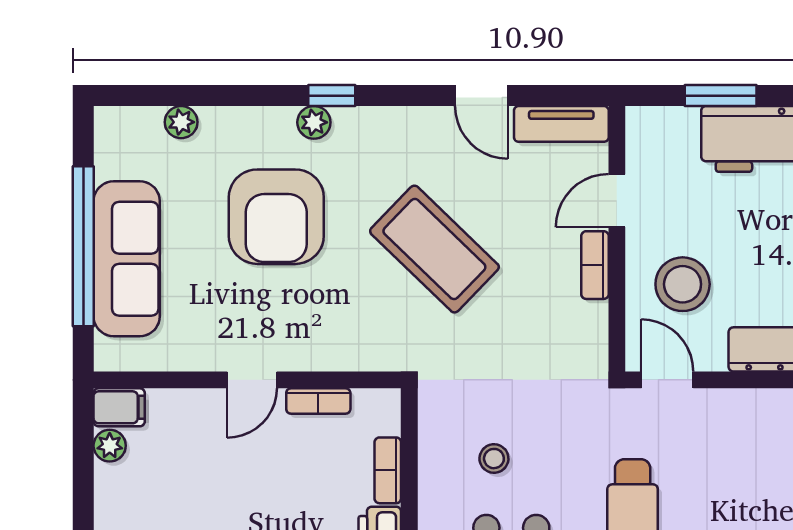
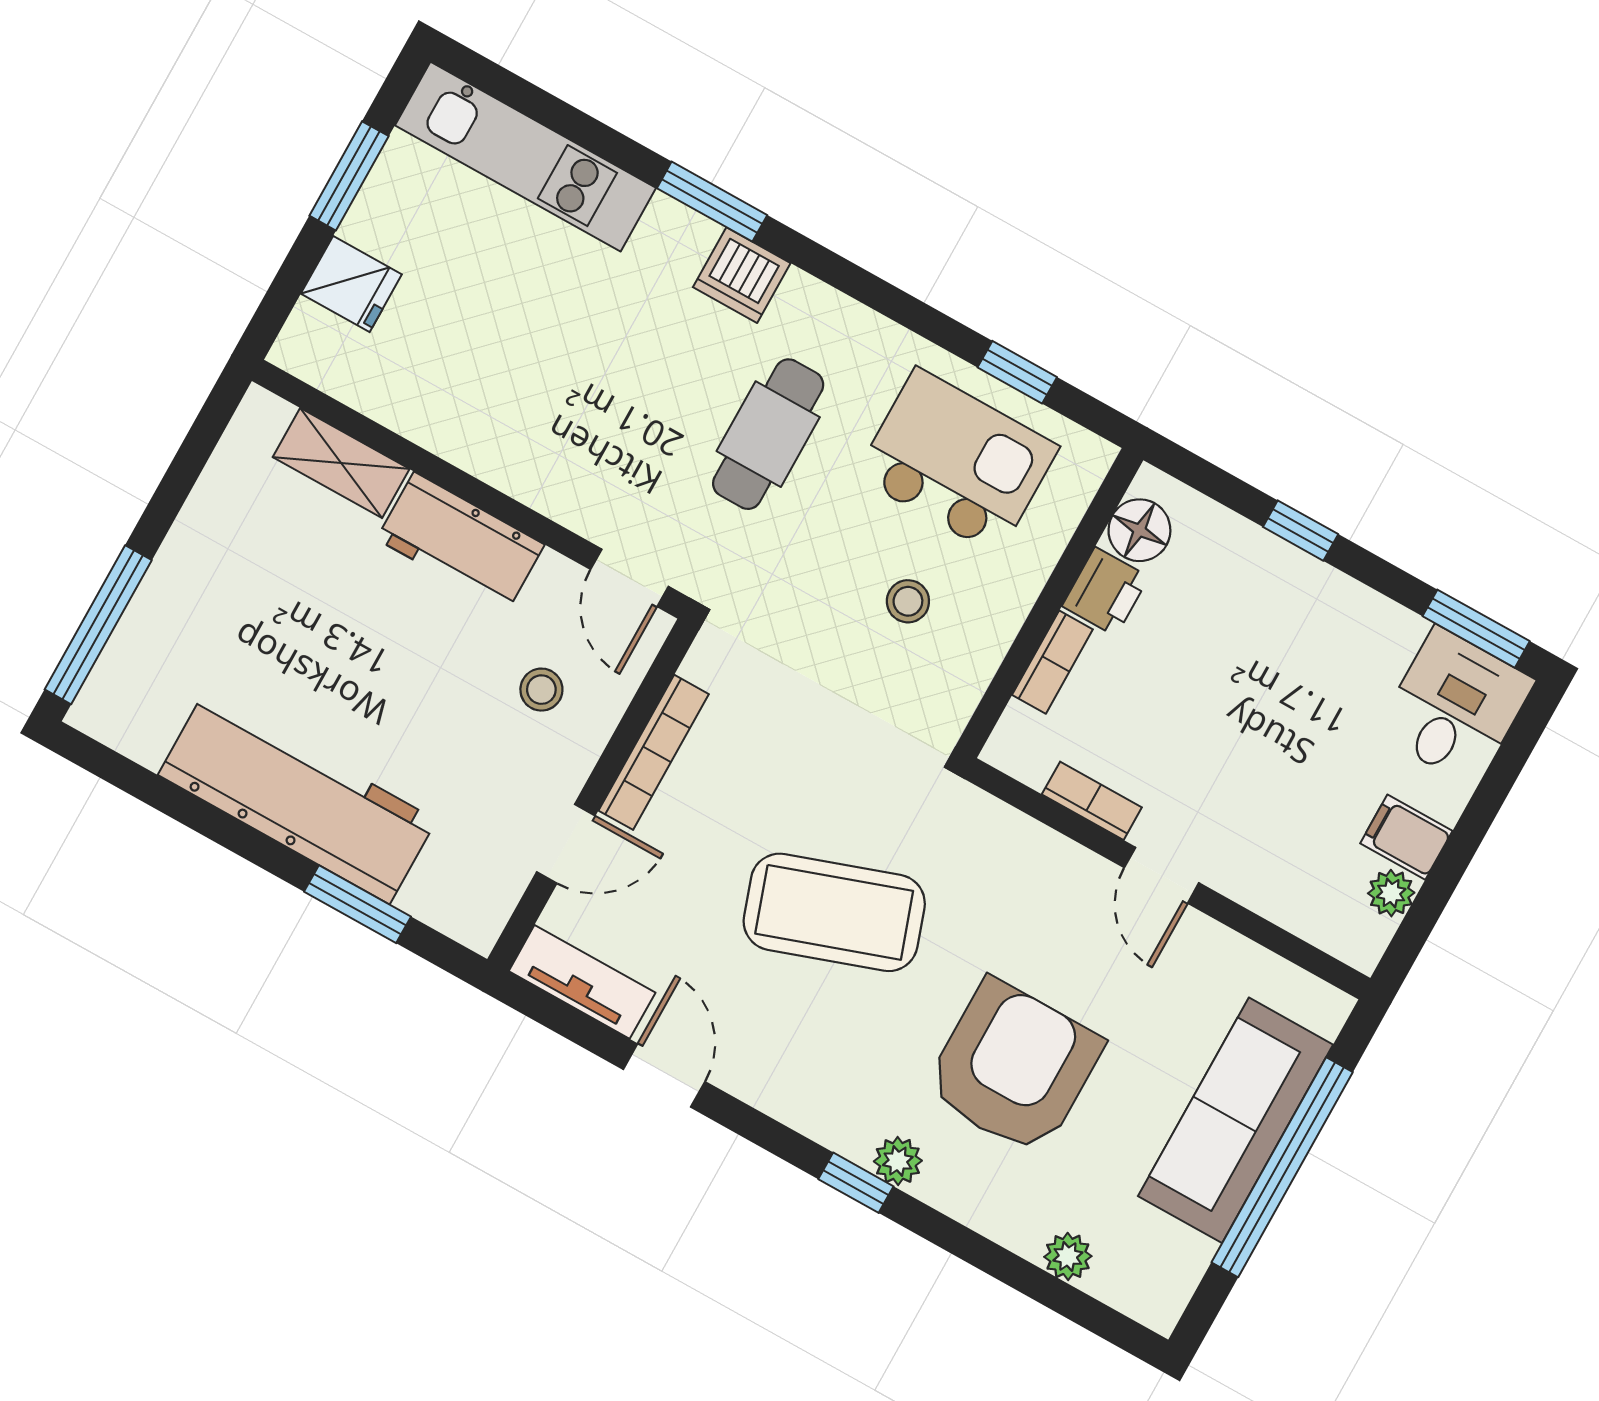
coffee table: (434, 249) -> (834, 912), turned -63
bookcase: (595, 265) -> (654, 752), width x1.56
stool: (683, 284) -> (541, 690), width x0.53, depth x0.53
door: (252, 380) -> (1162, 875), swing flipped
filing cabinet: (119, 407) -> (1406, 837), moved

